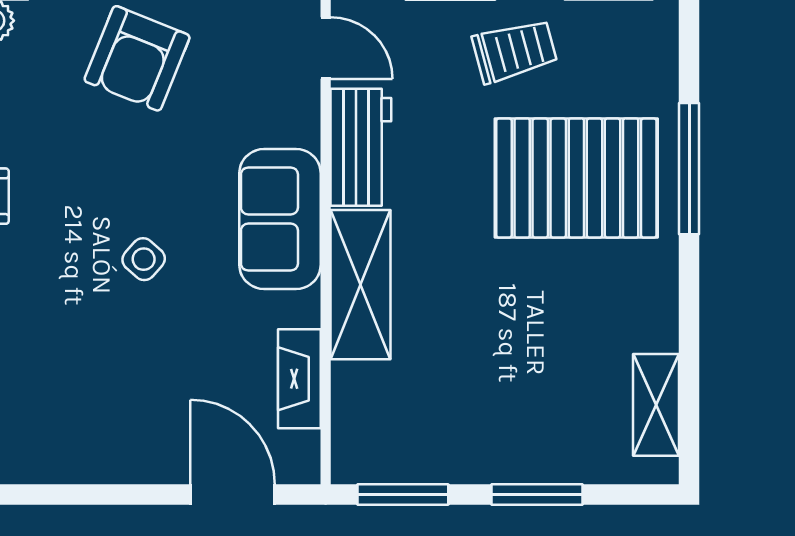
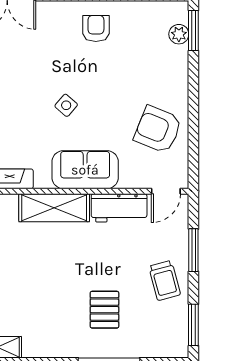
armchair: (137, 58) -> (158, 129), moved
pallet: (576, 178) -> (104, 310), width x0.49, depth x0.50

